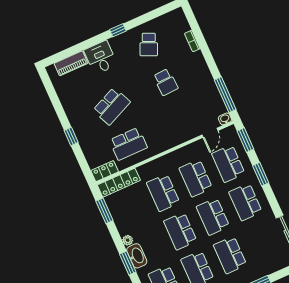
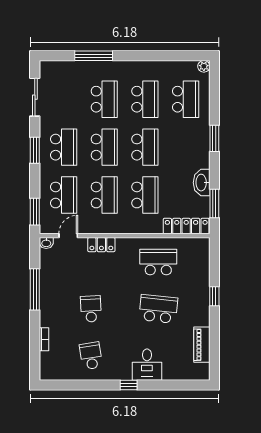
window: (118, 30) -> (129, 385), moved
school desk: (149, 44) -> (91, 356), turned -33
piano: (71, 63) -> (202, 345), moved, turned -90
window: (225, 95) -> (35, 289), moved
school desk: (112, 106) -> (158, 309), turned 30
locker: (105, 171) -> (101, 245), moved
window: (261, 174) -> (35, 150), moved
plant: (128, 240) -> (204, 162), removed
washbasin: (137, 256) -> (202, 183), moved

